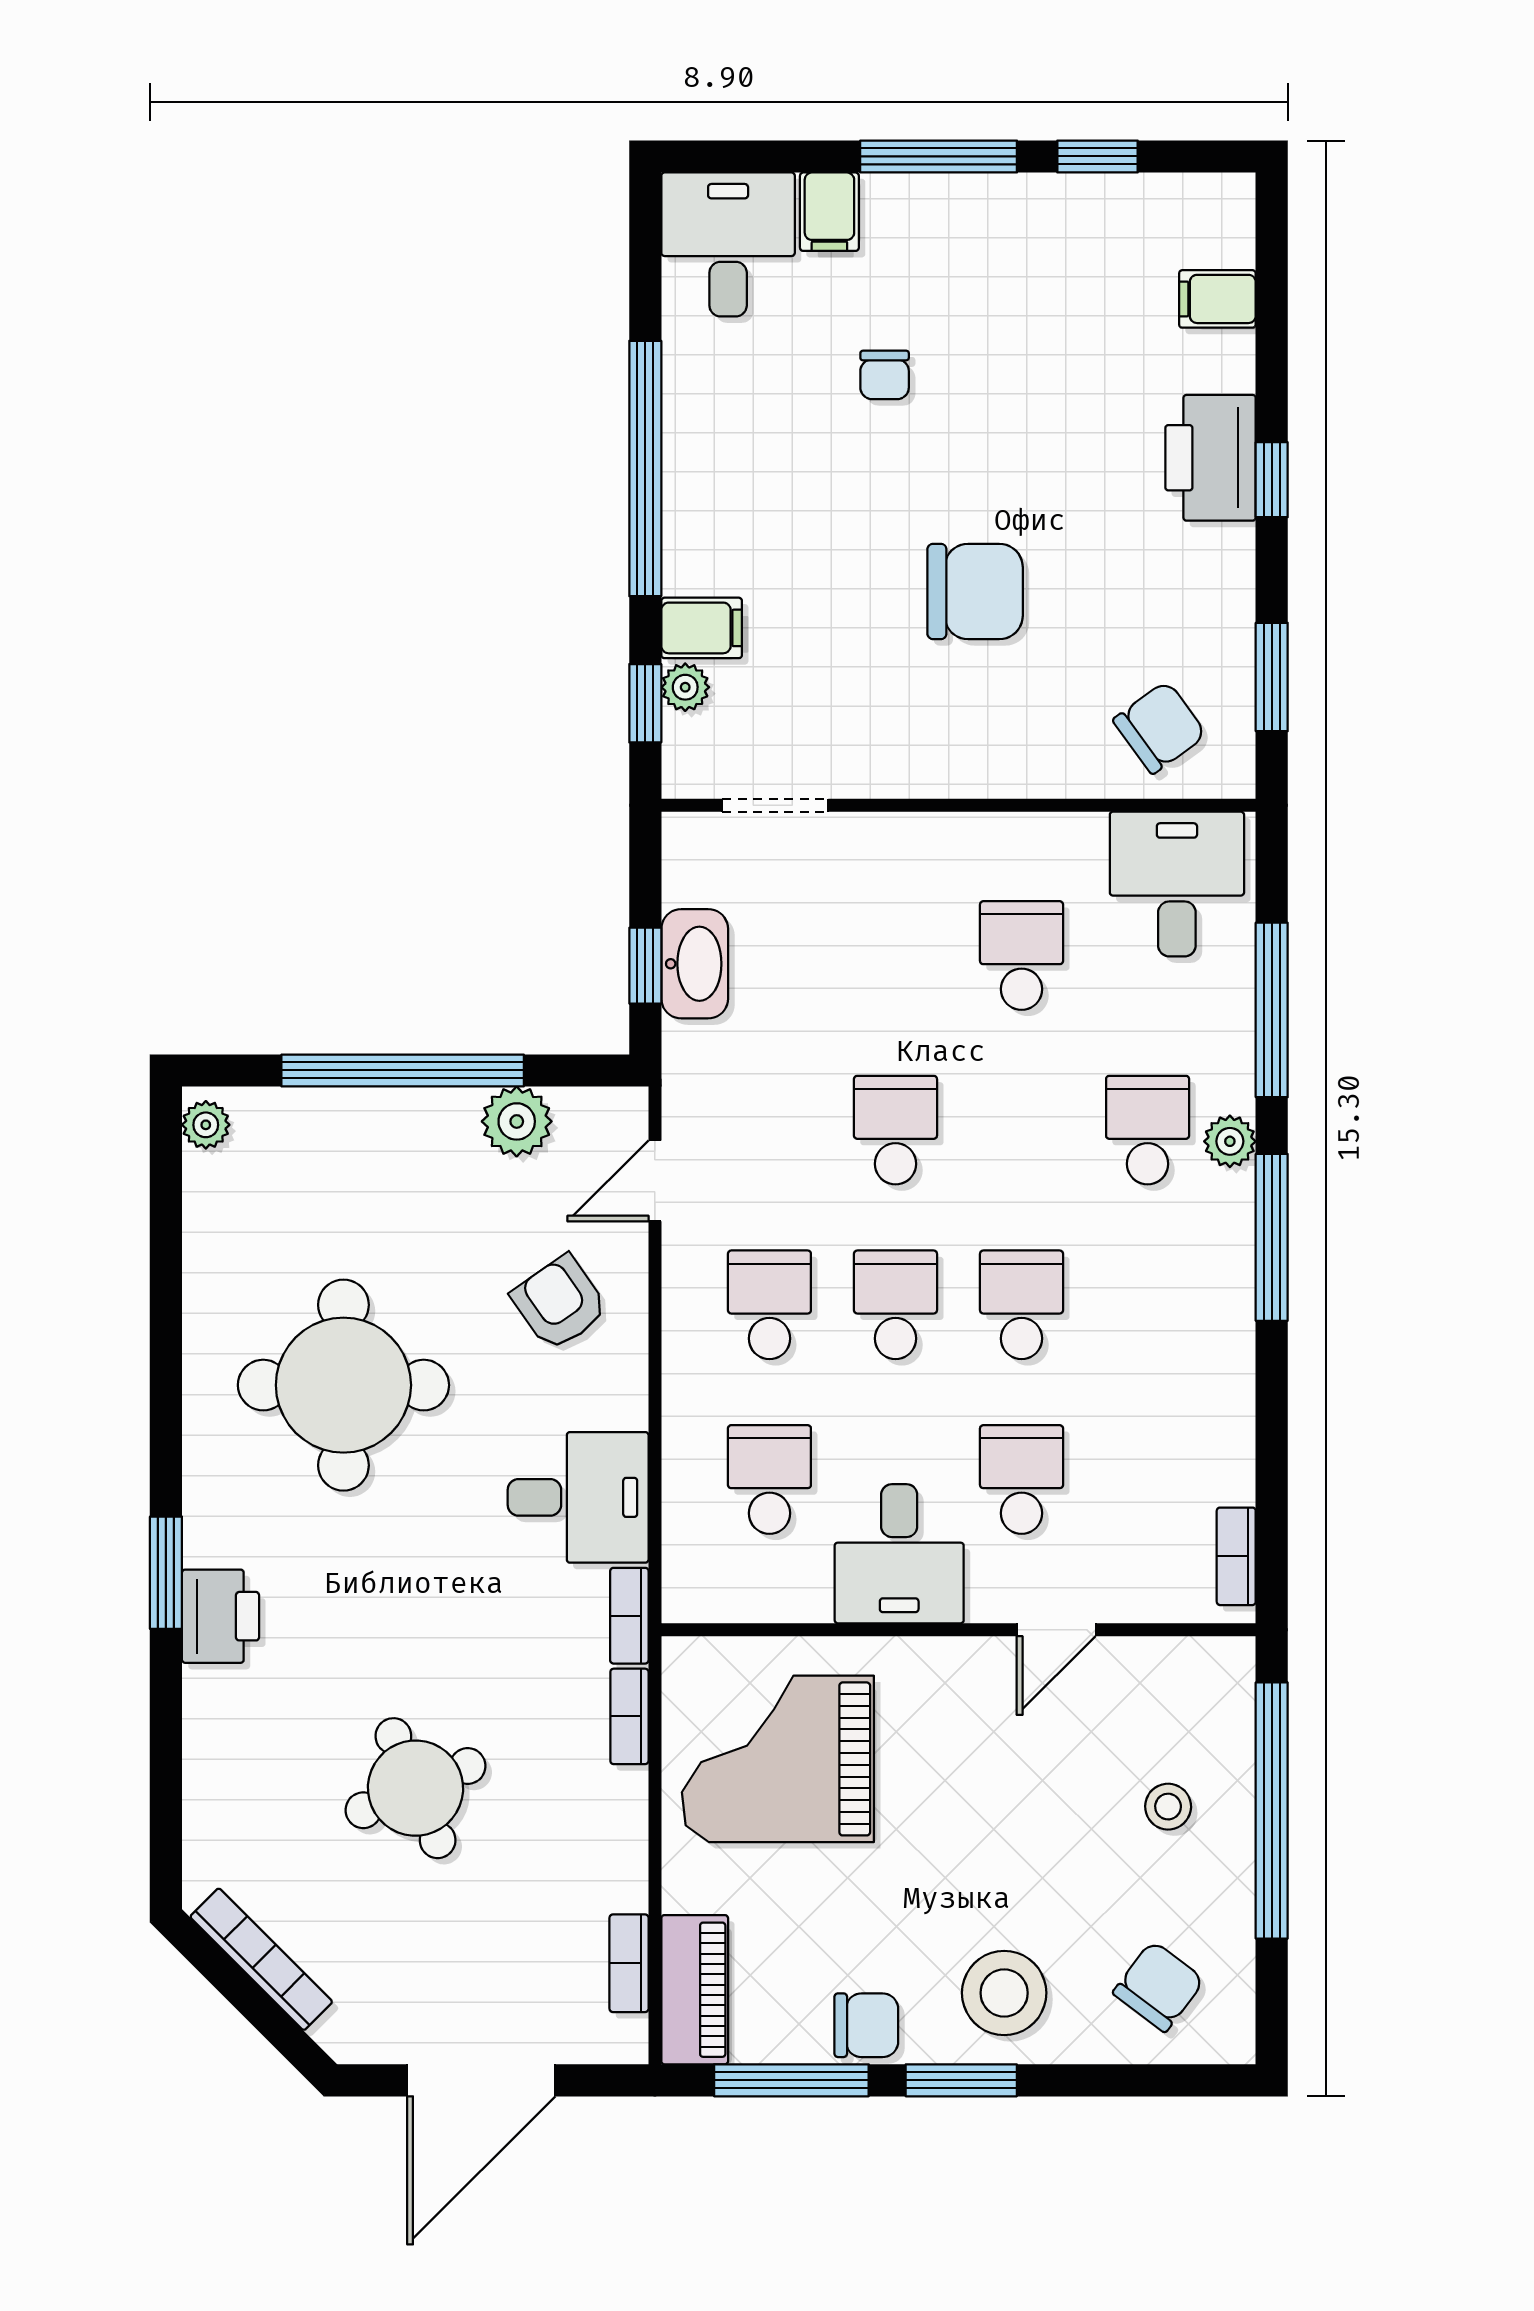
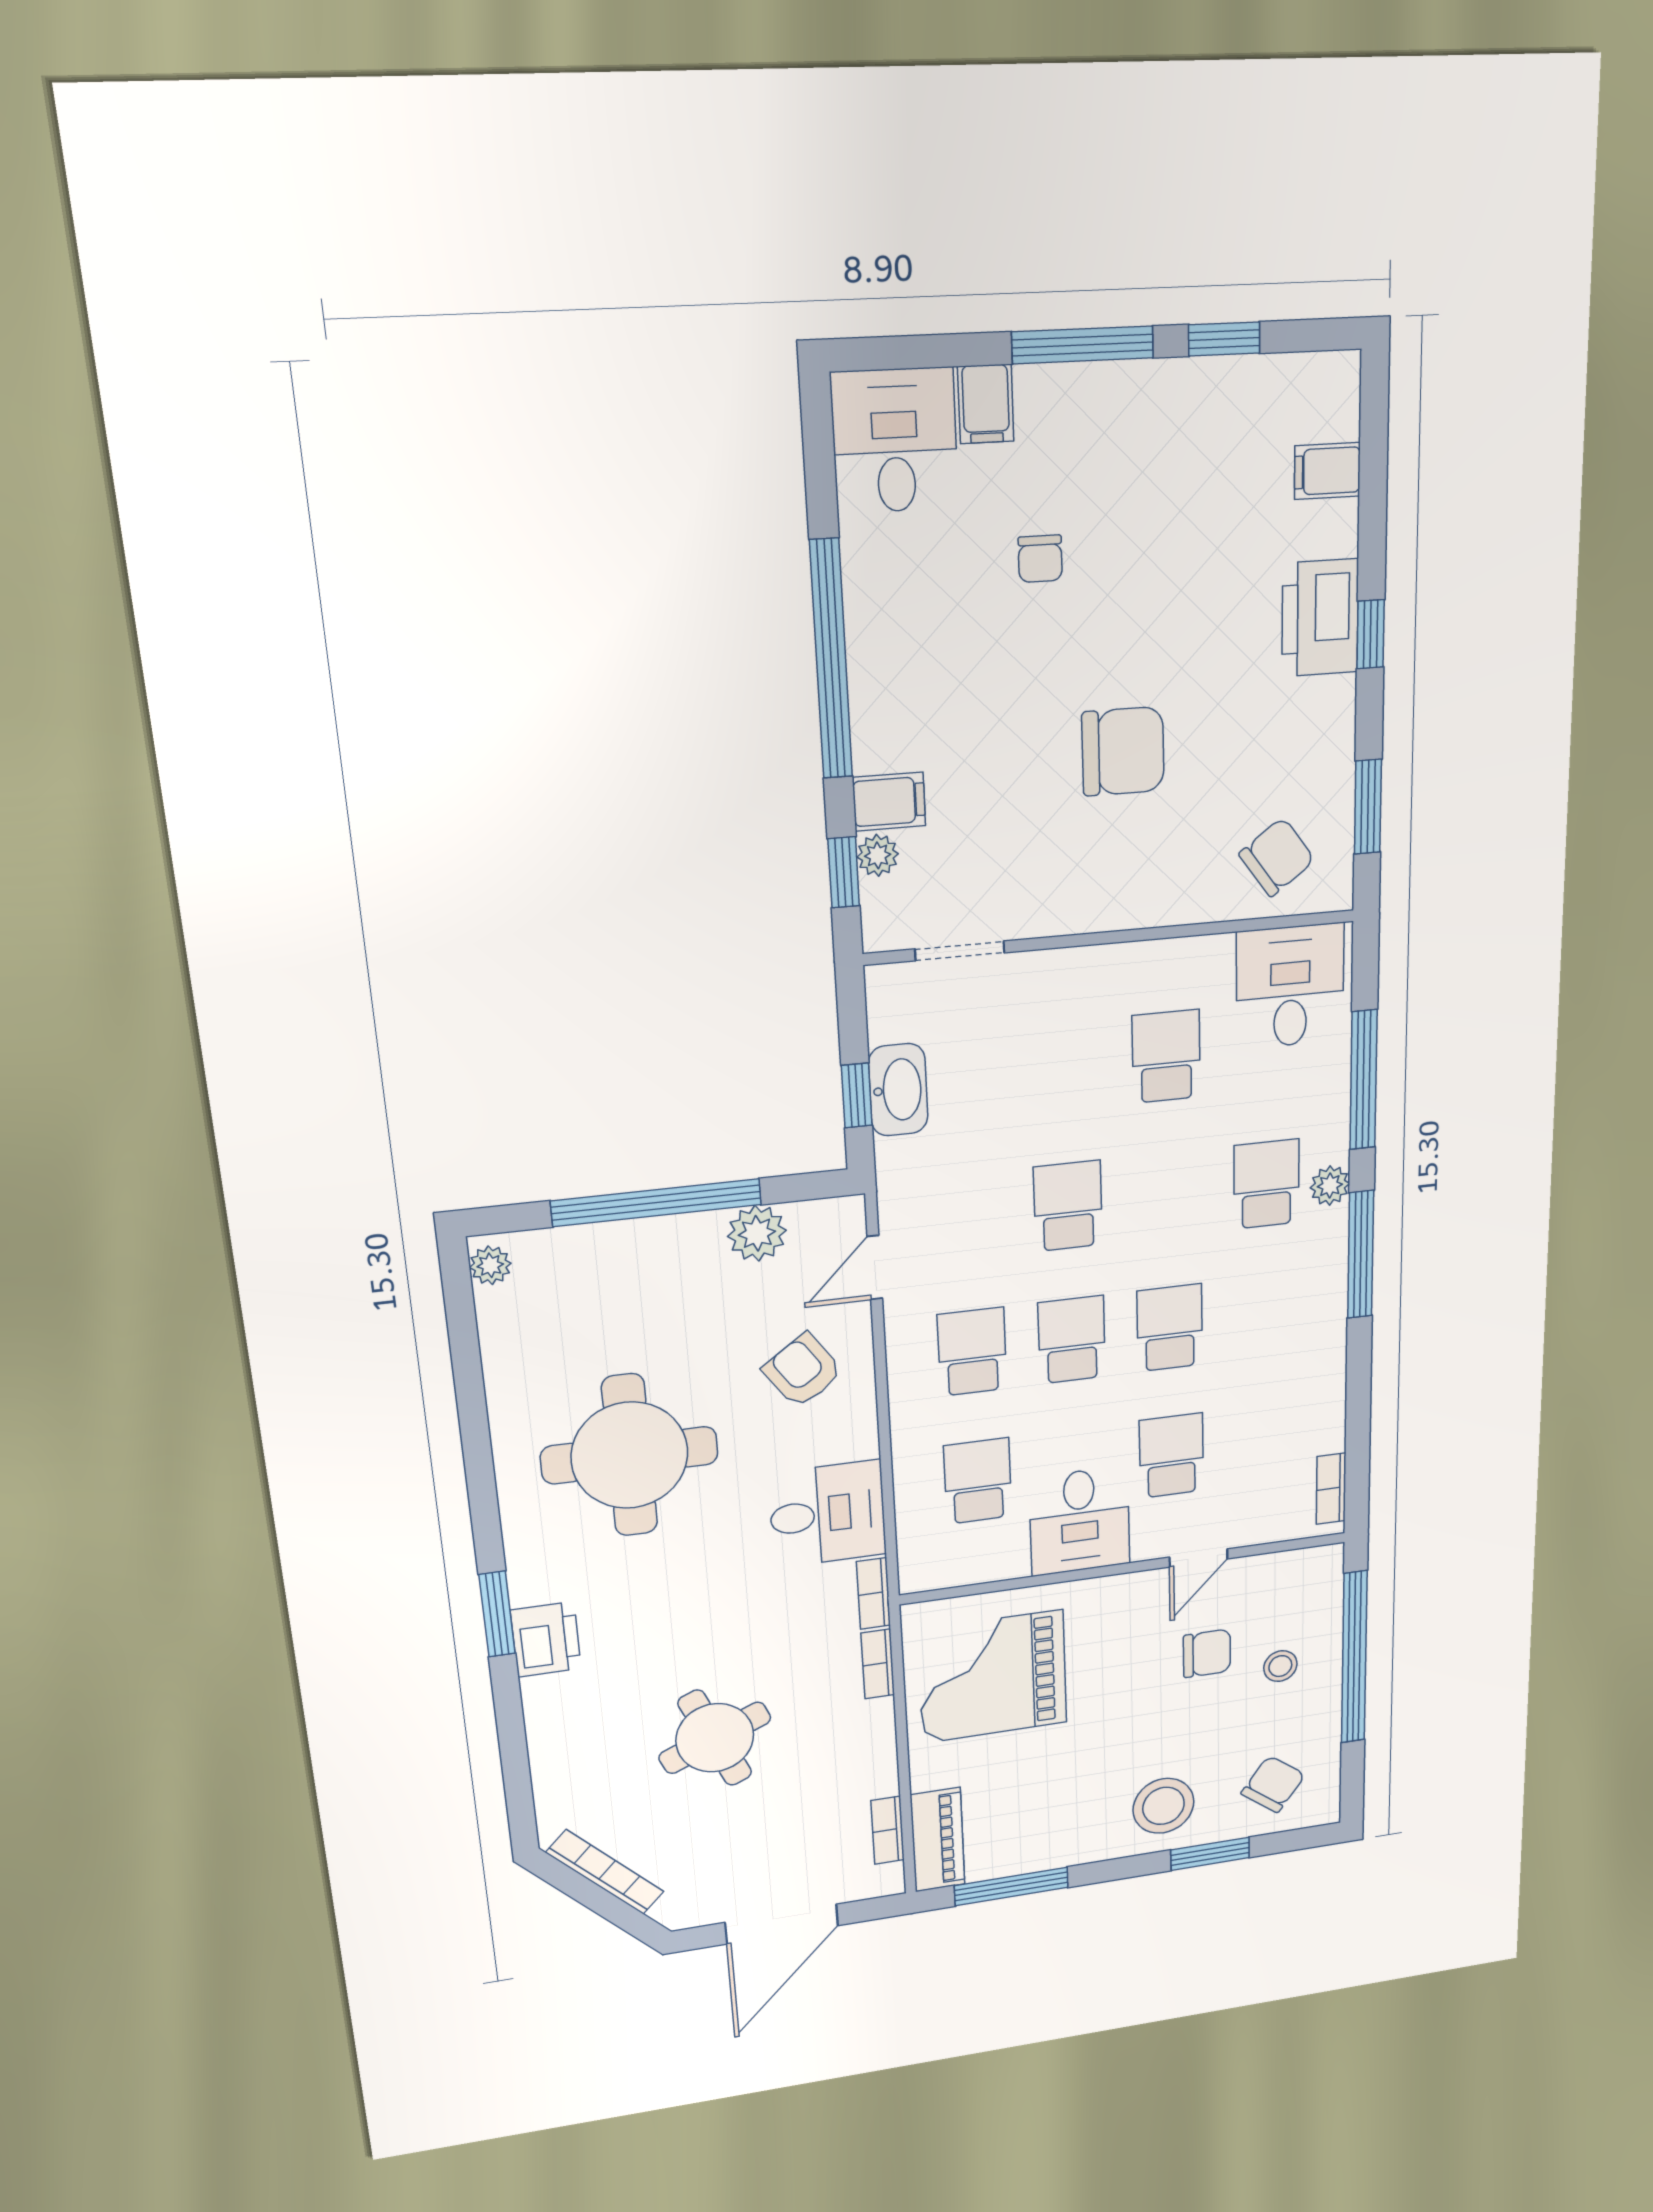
chair: (866, 2025) -> (1207, 1653), moved
window: (961, 2080) -> (1210, 1854), moved

